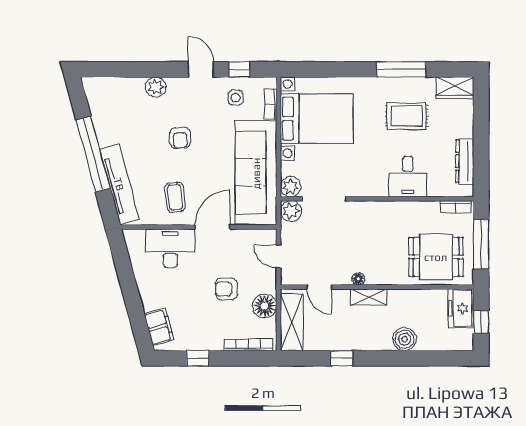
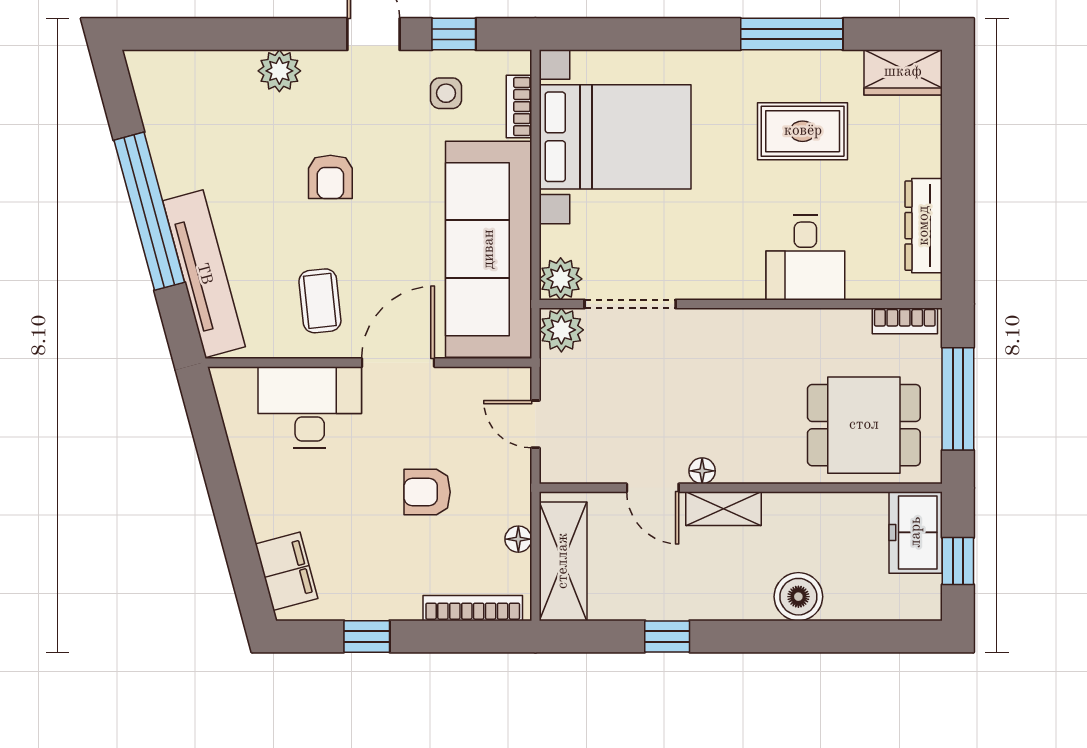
door: (319, 287) -> (653, 488), moved
floor lamp: (265, 306) -> (518, 539), width x0.53, depth x0.53

